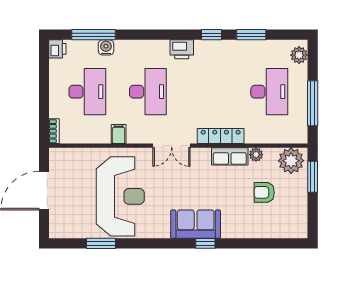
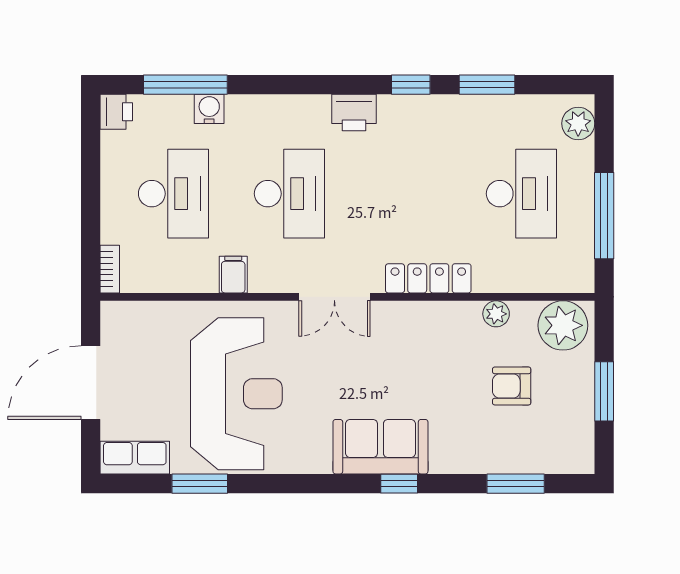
row of seats: (230, 156) -> (135, 458), moved, turned 180
window: (313, 177) -> (604, 391), moved
window: (266, 243) -> (516, 484), added

